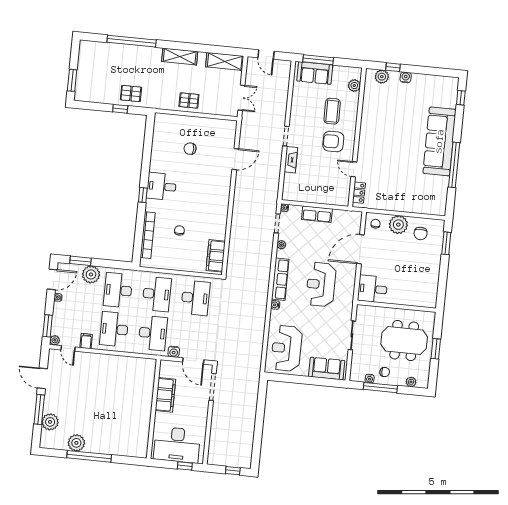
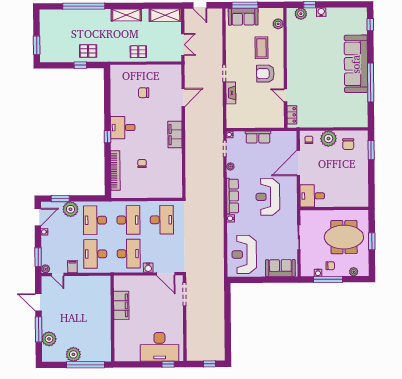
filing cabinet: (216, 256) -> (175, 135), moved
filing cabinet: (165, 395) -> (121, 305), moved
wall: (154, 409) -> (112, 319), moved

